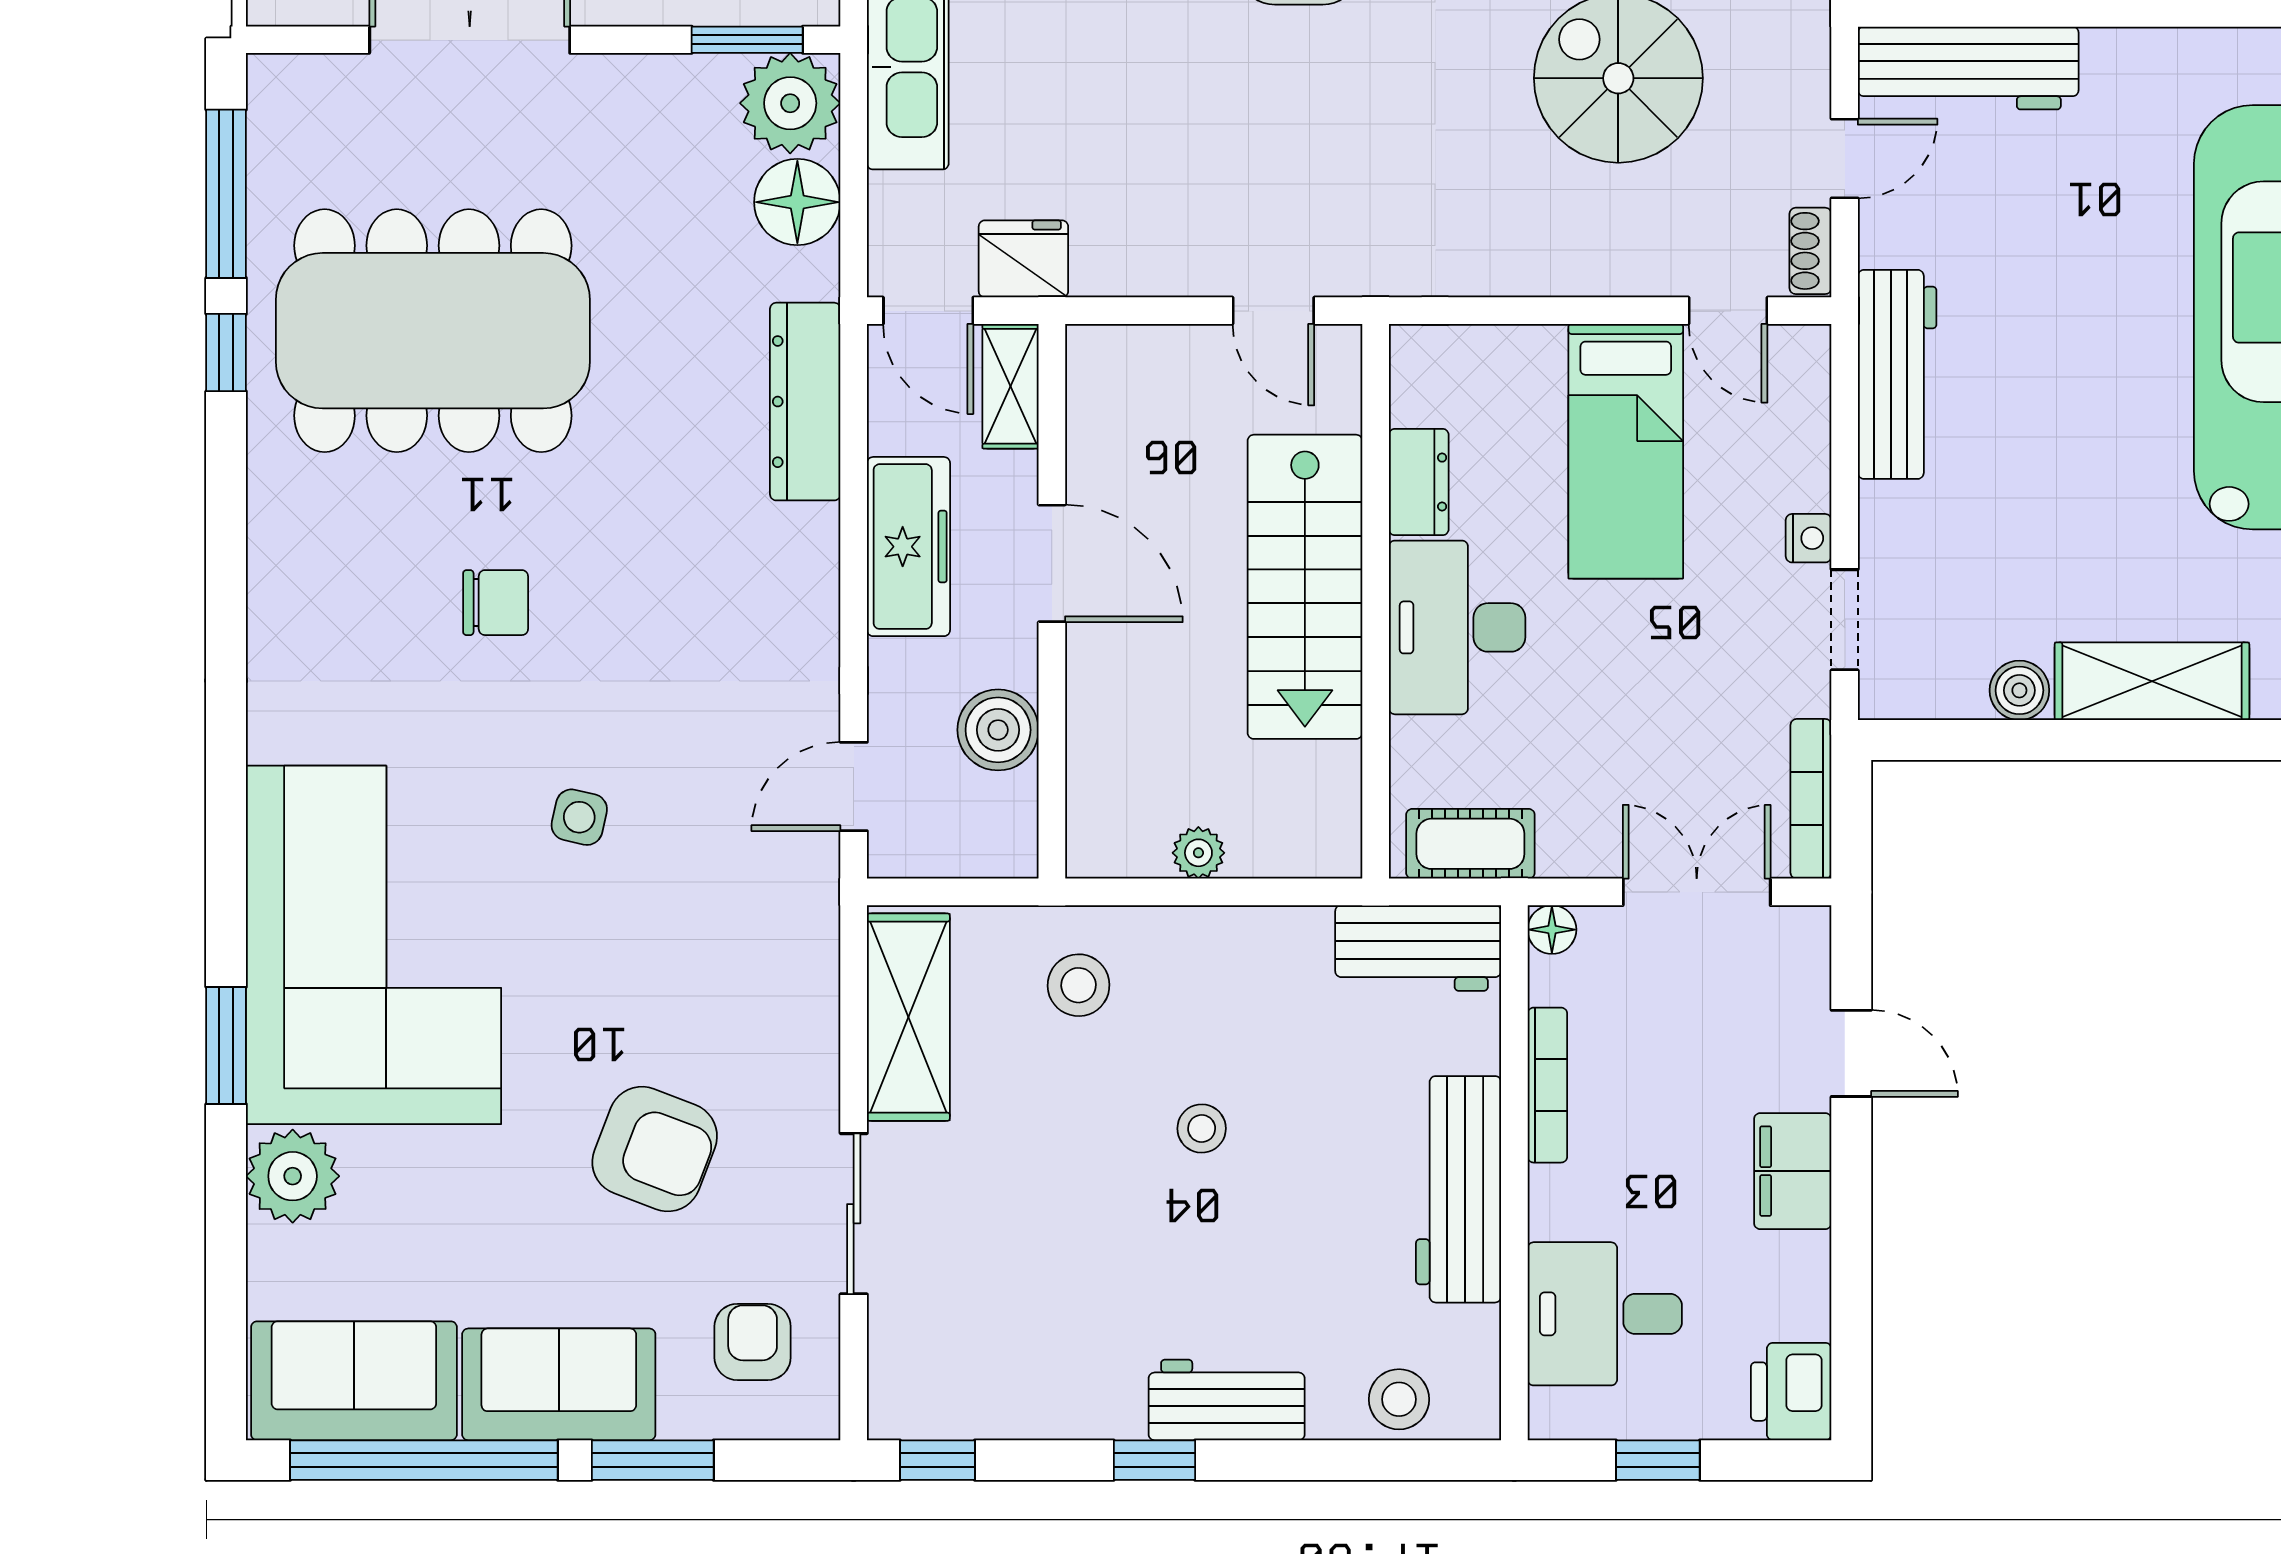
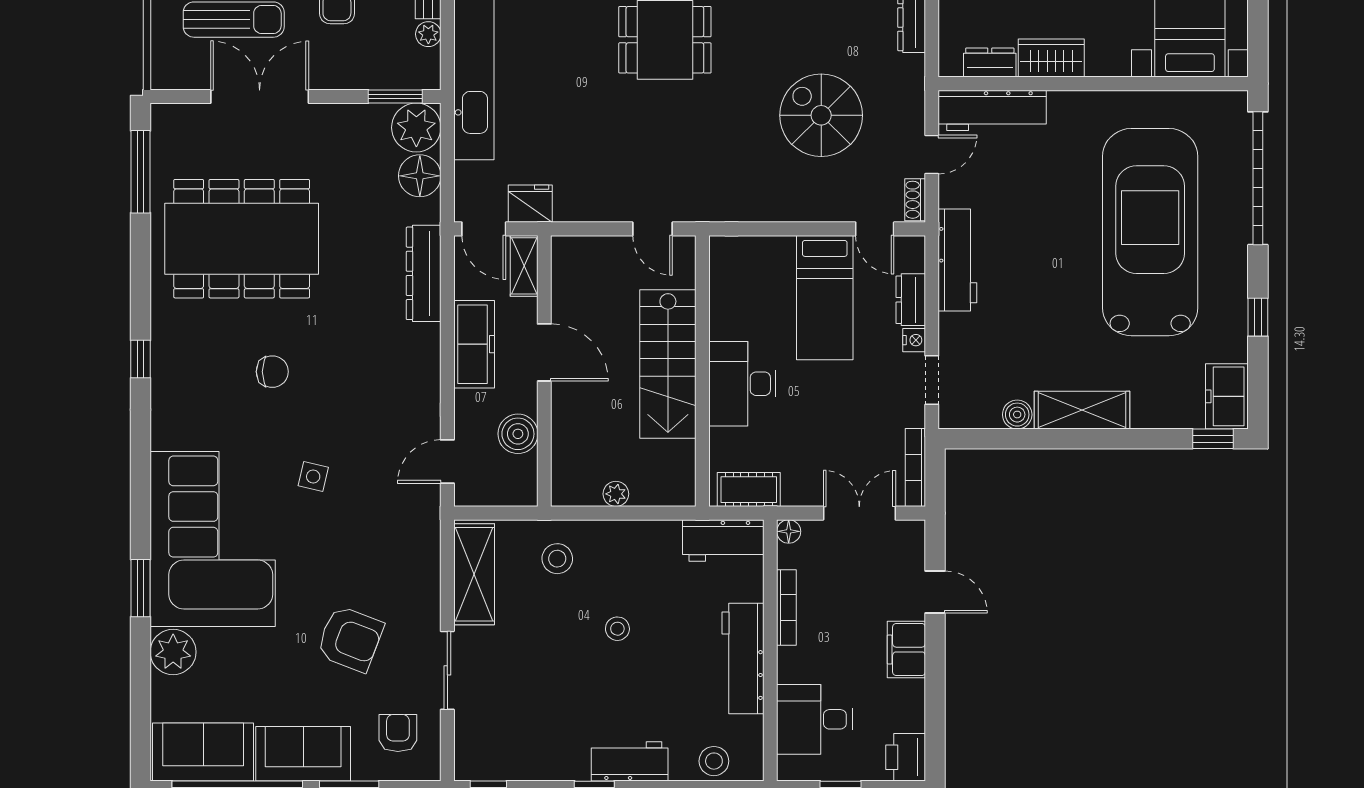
window: (226, 353) -> (141, 359), moved
dresser: (1419, 482) -> (911, 300), moved, turned 180

